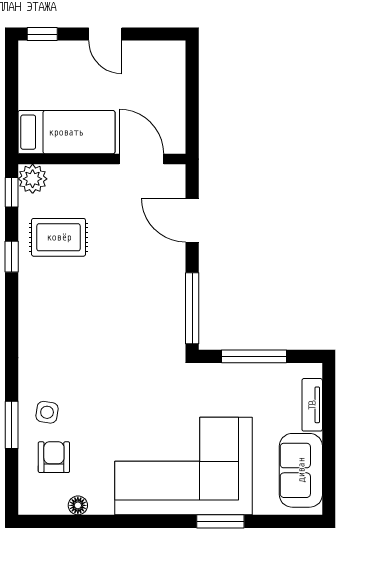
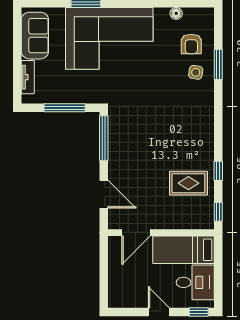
desk: (48, 81) -> (195, 282), added
door: (141, 159) -> (136, 233), hinge flipped
plant: (33, 179) -> (205, 220), removed

